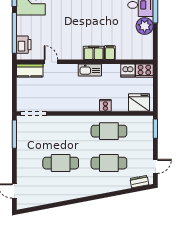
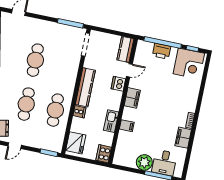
printer: (24, 45) -> (162, 51), moved
filing cabinet: (94, 53) -> (132, 98), moved
kitchen sink: (90, 70) -> (111, 121), moved
dishwasher: (128, 71) -> (118, 84), moved
kitchen counter: (79, 105) -> (85, 87), added
door: (155, 166) -> (15, 146), hinge flipped

